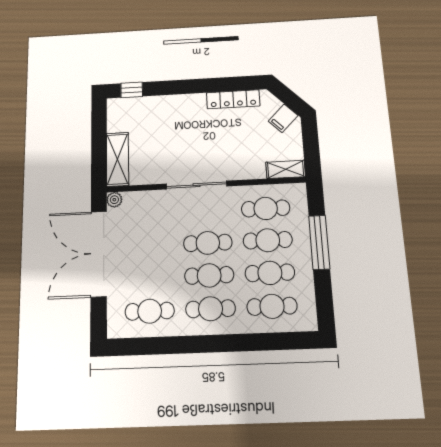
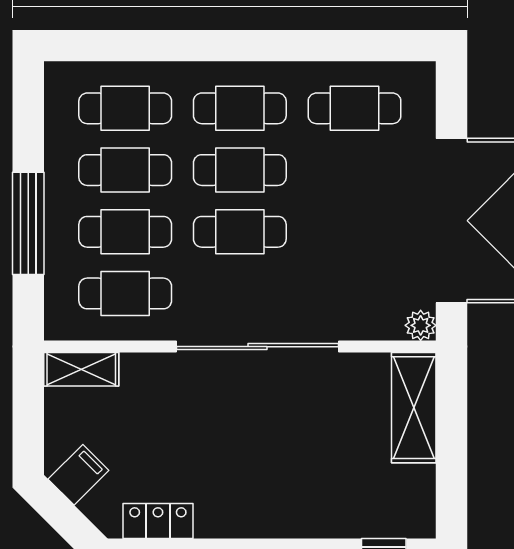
locker: (233, 99) -> (158, 521), width x0.66
sliding door: (196, 185) -> (258, 347), width x1.36

